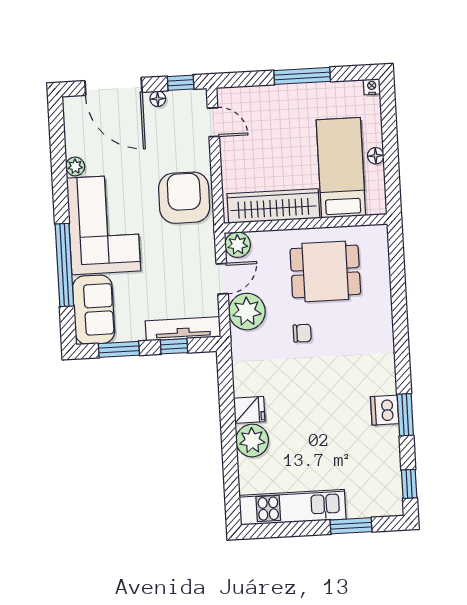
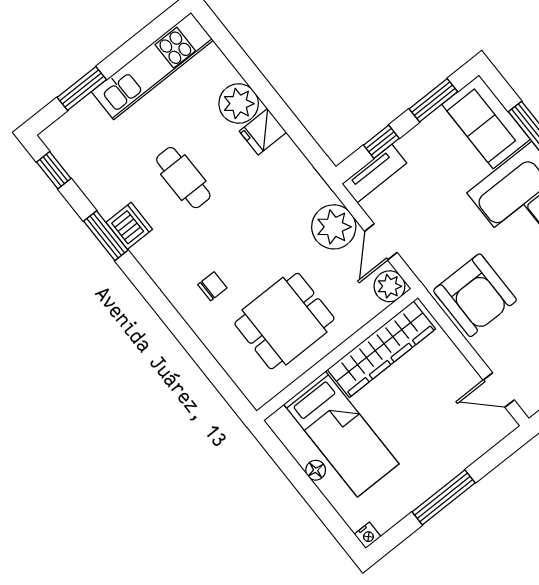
tv unit: (183, 329) -> (374, 173), width x0.71
chair: (302, 333) -> (212, 286), moved, turned 180
cafe table: (325, 417) -> (183, 178), added

